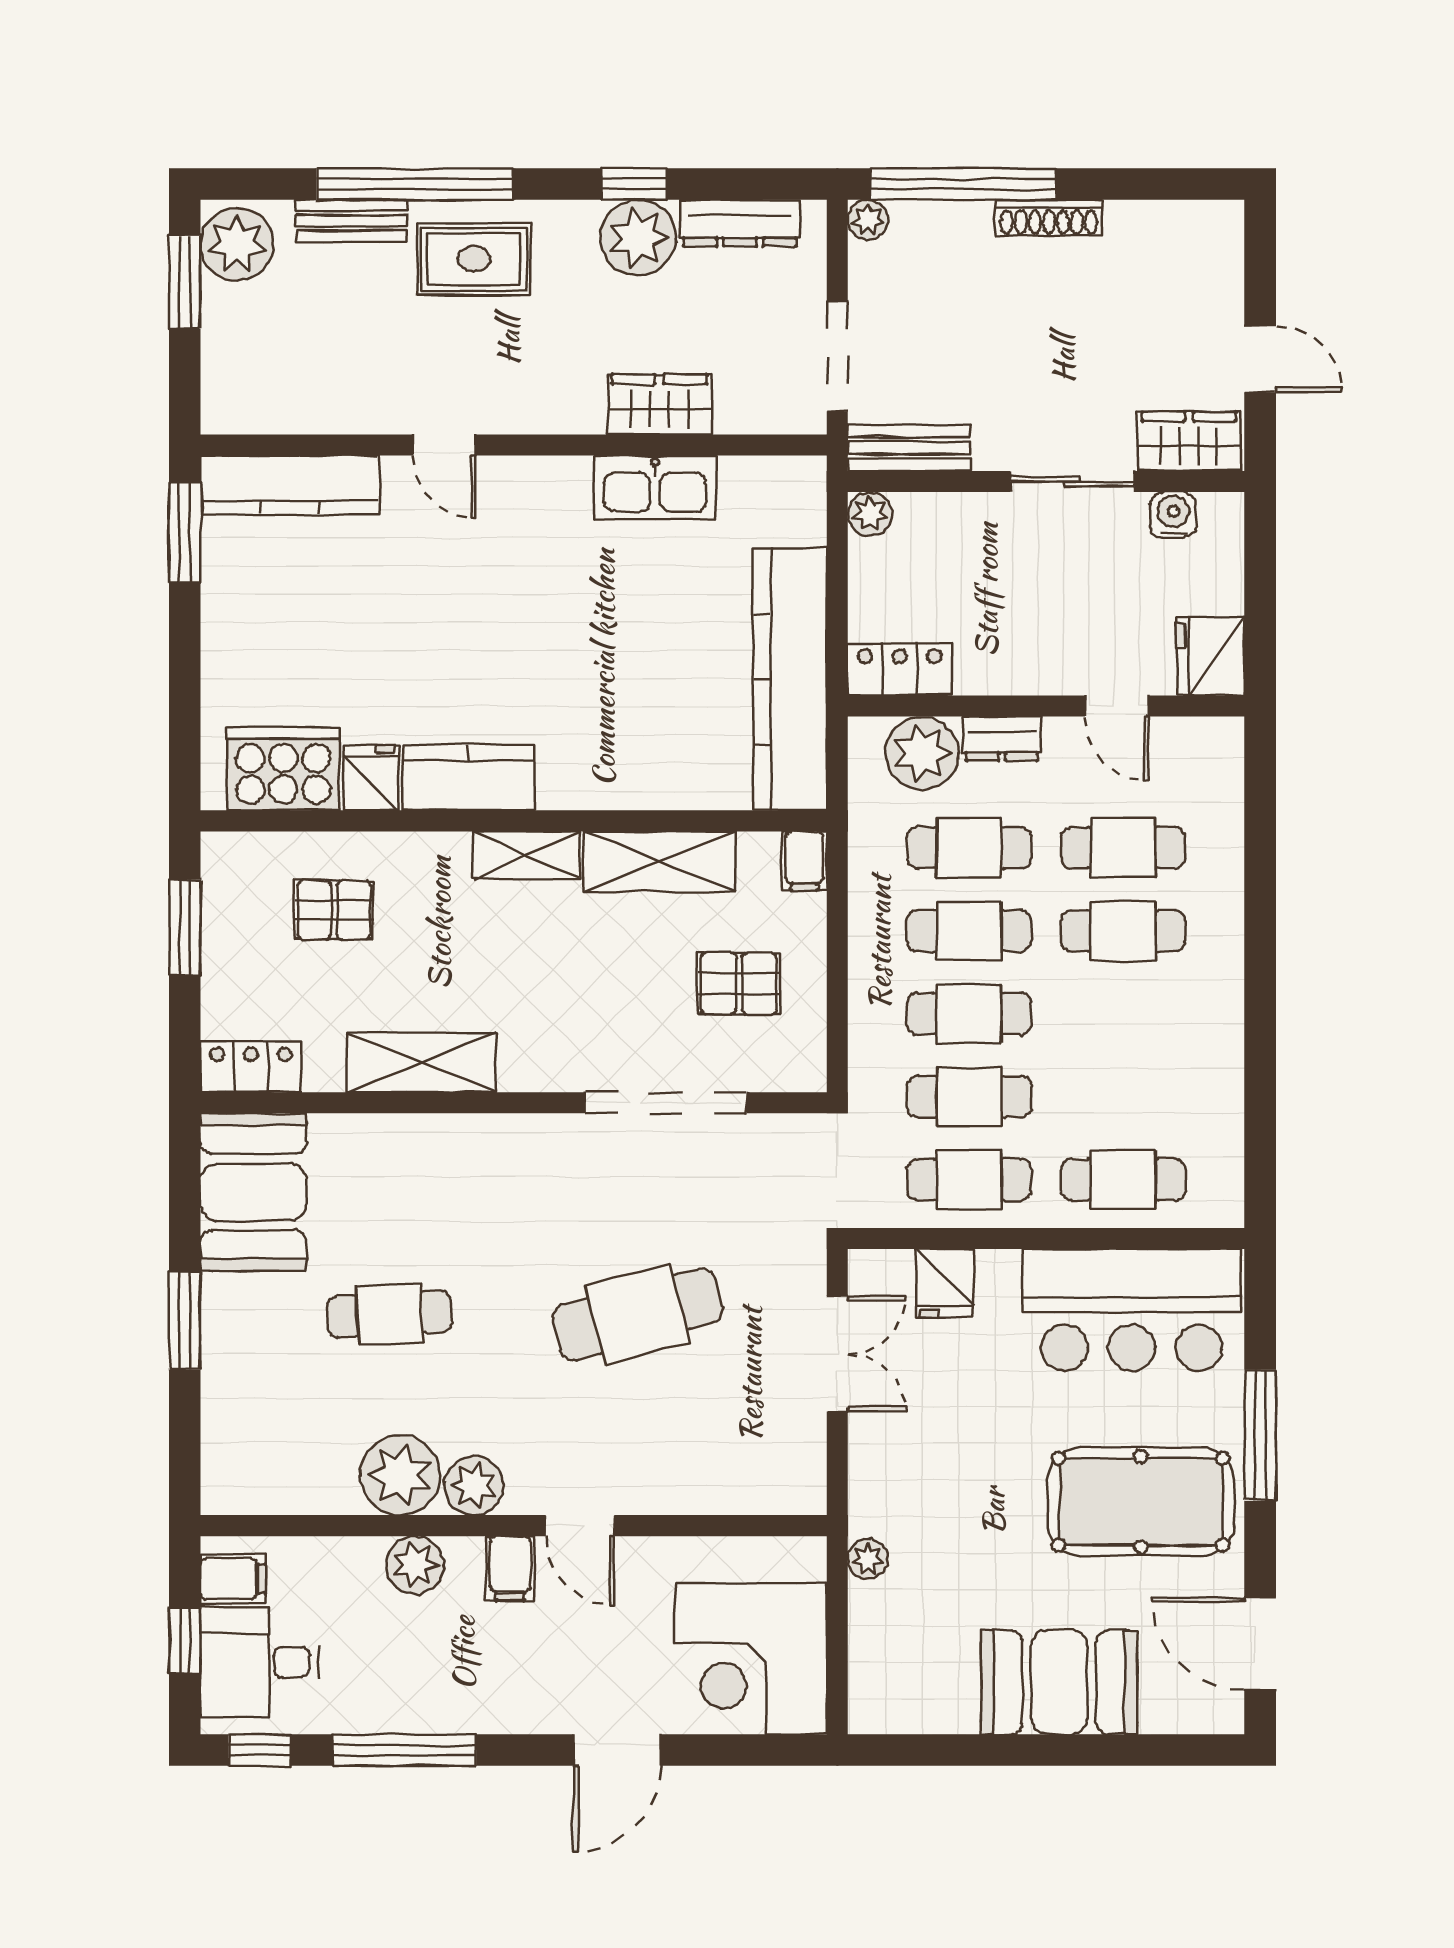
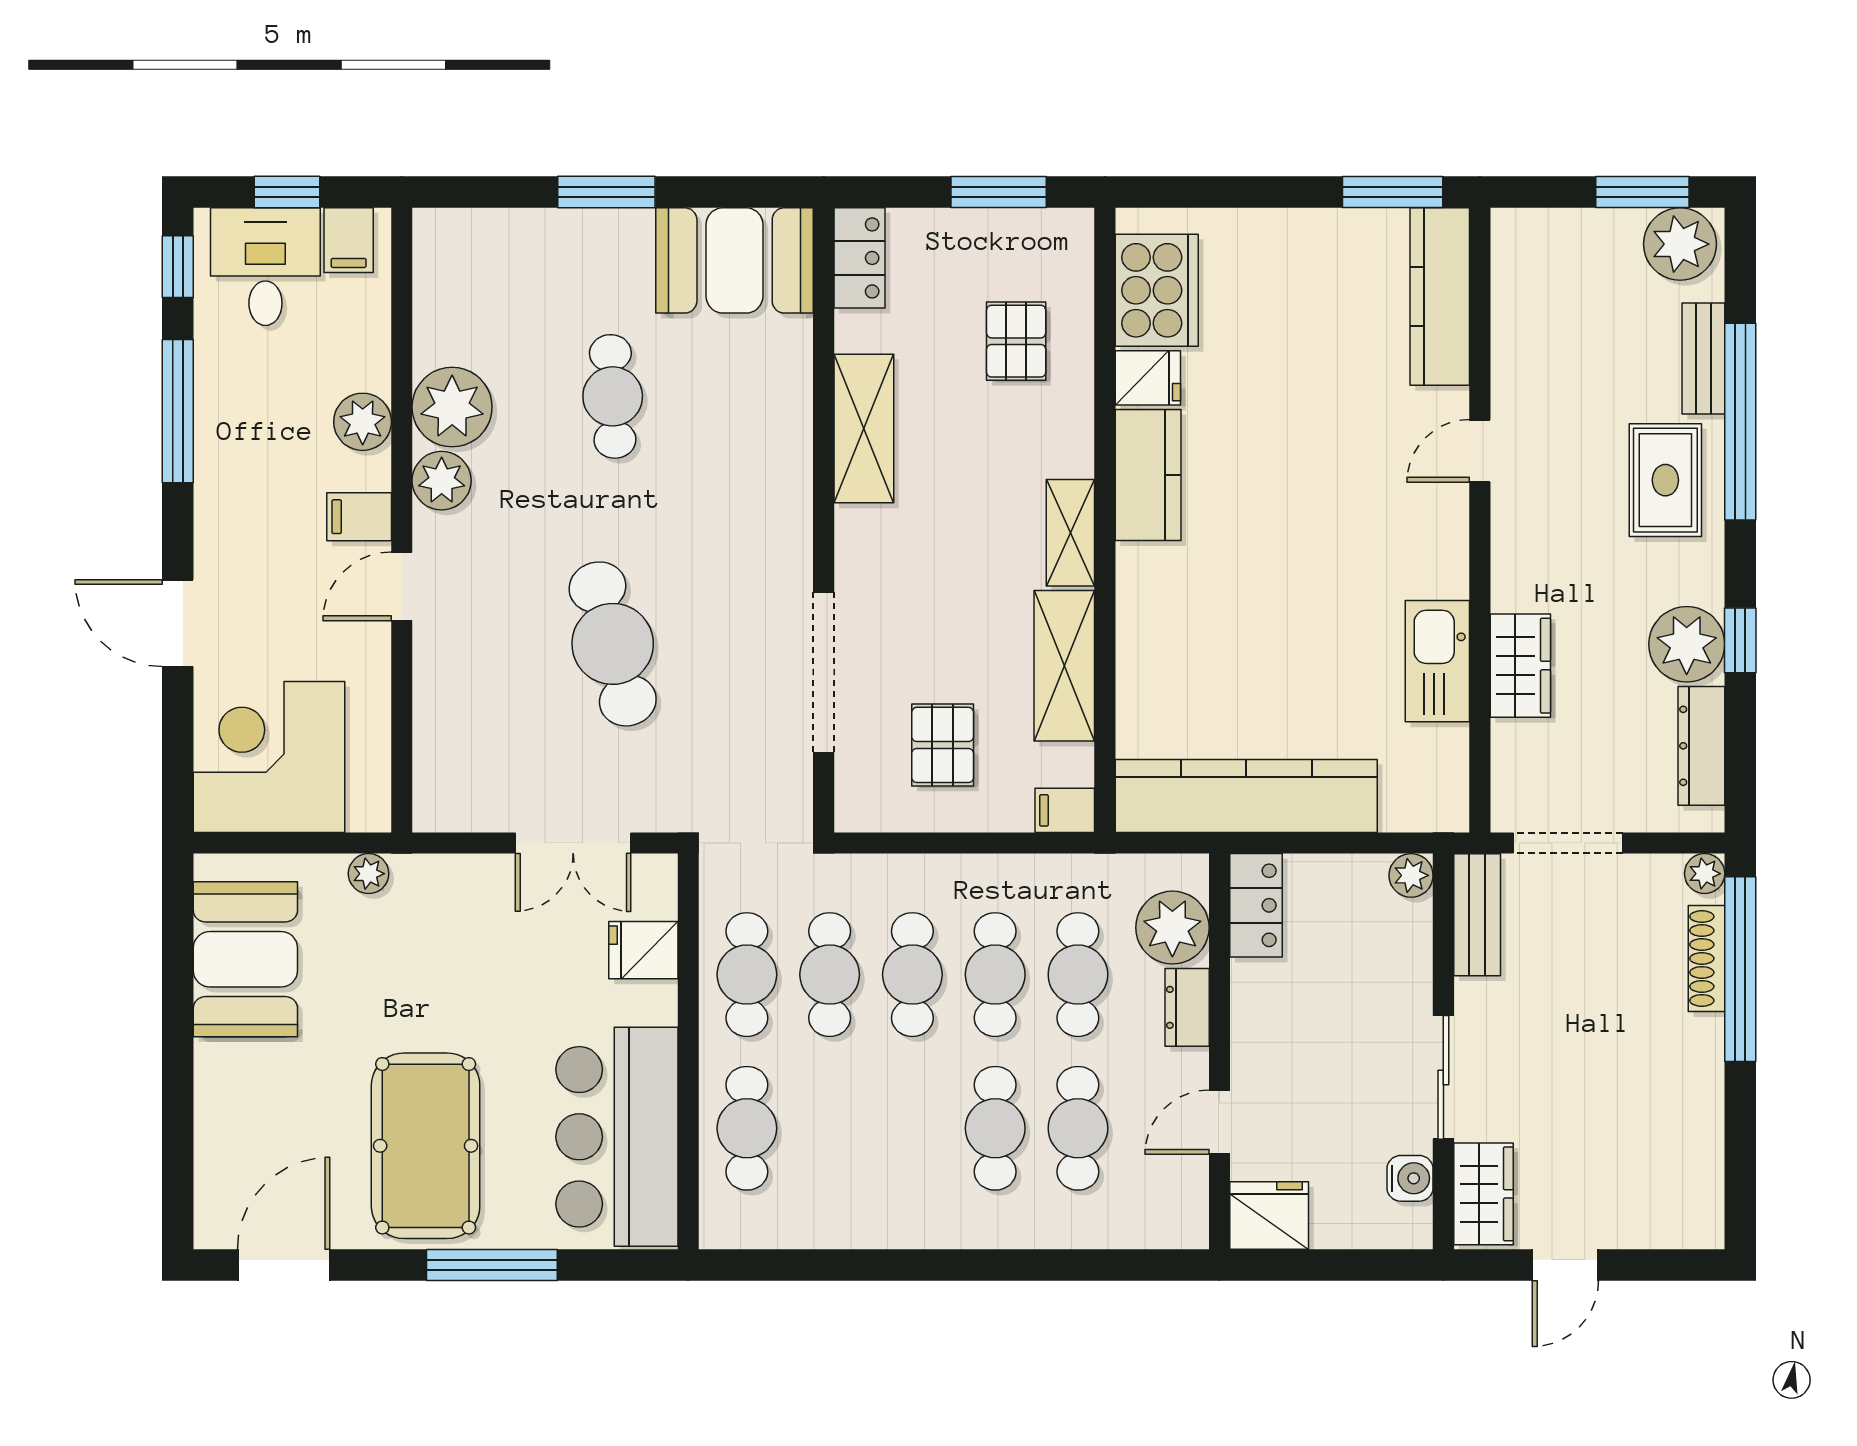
shoe rack: (1049, 218) -> (1707, 958), moved
booth: (1059, 1682) -> (245, 959), moved

